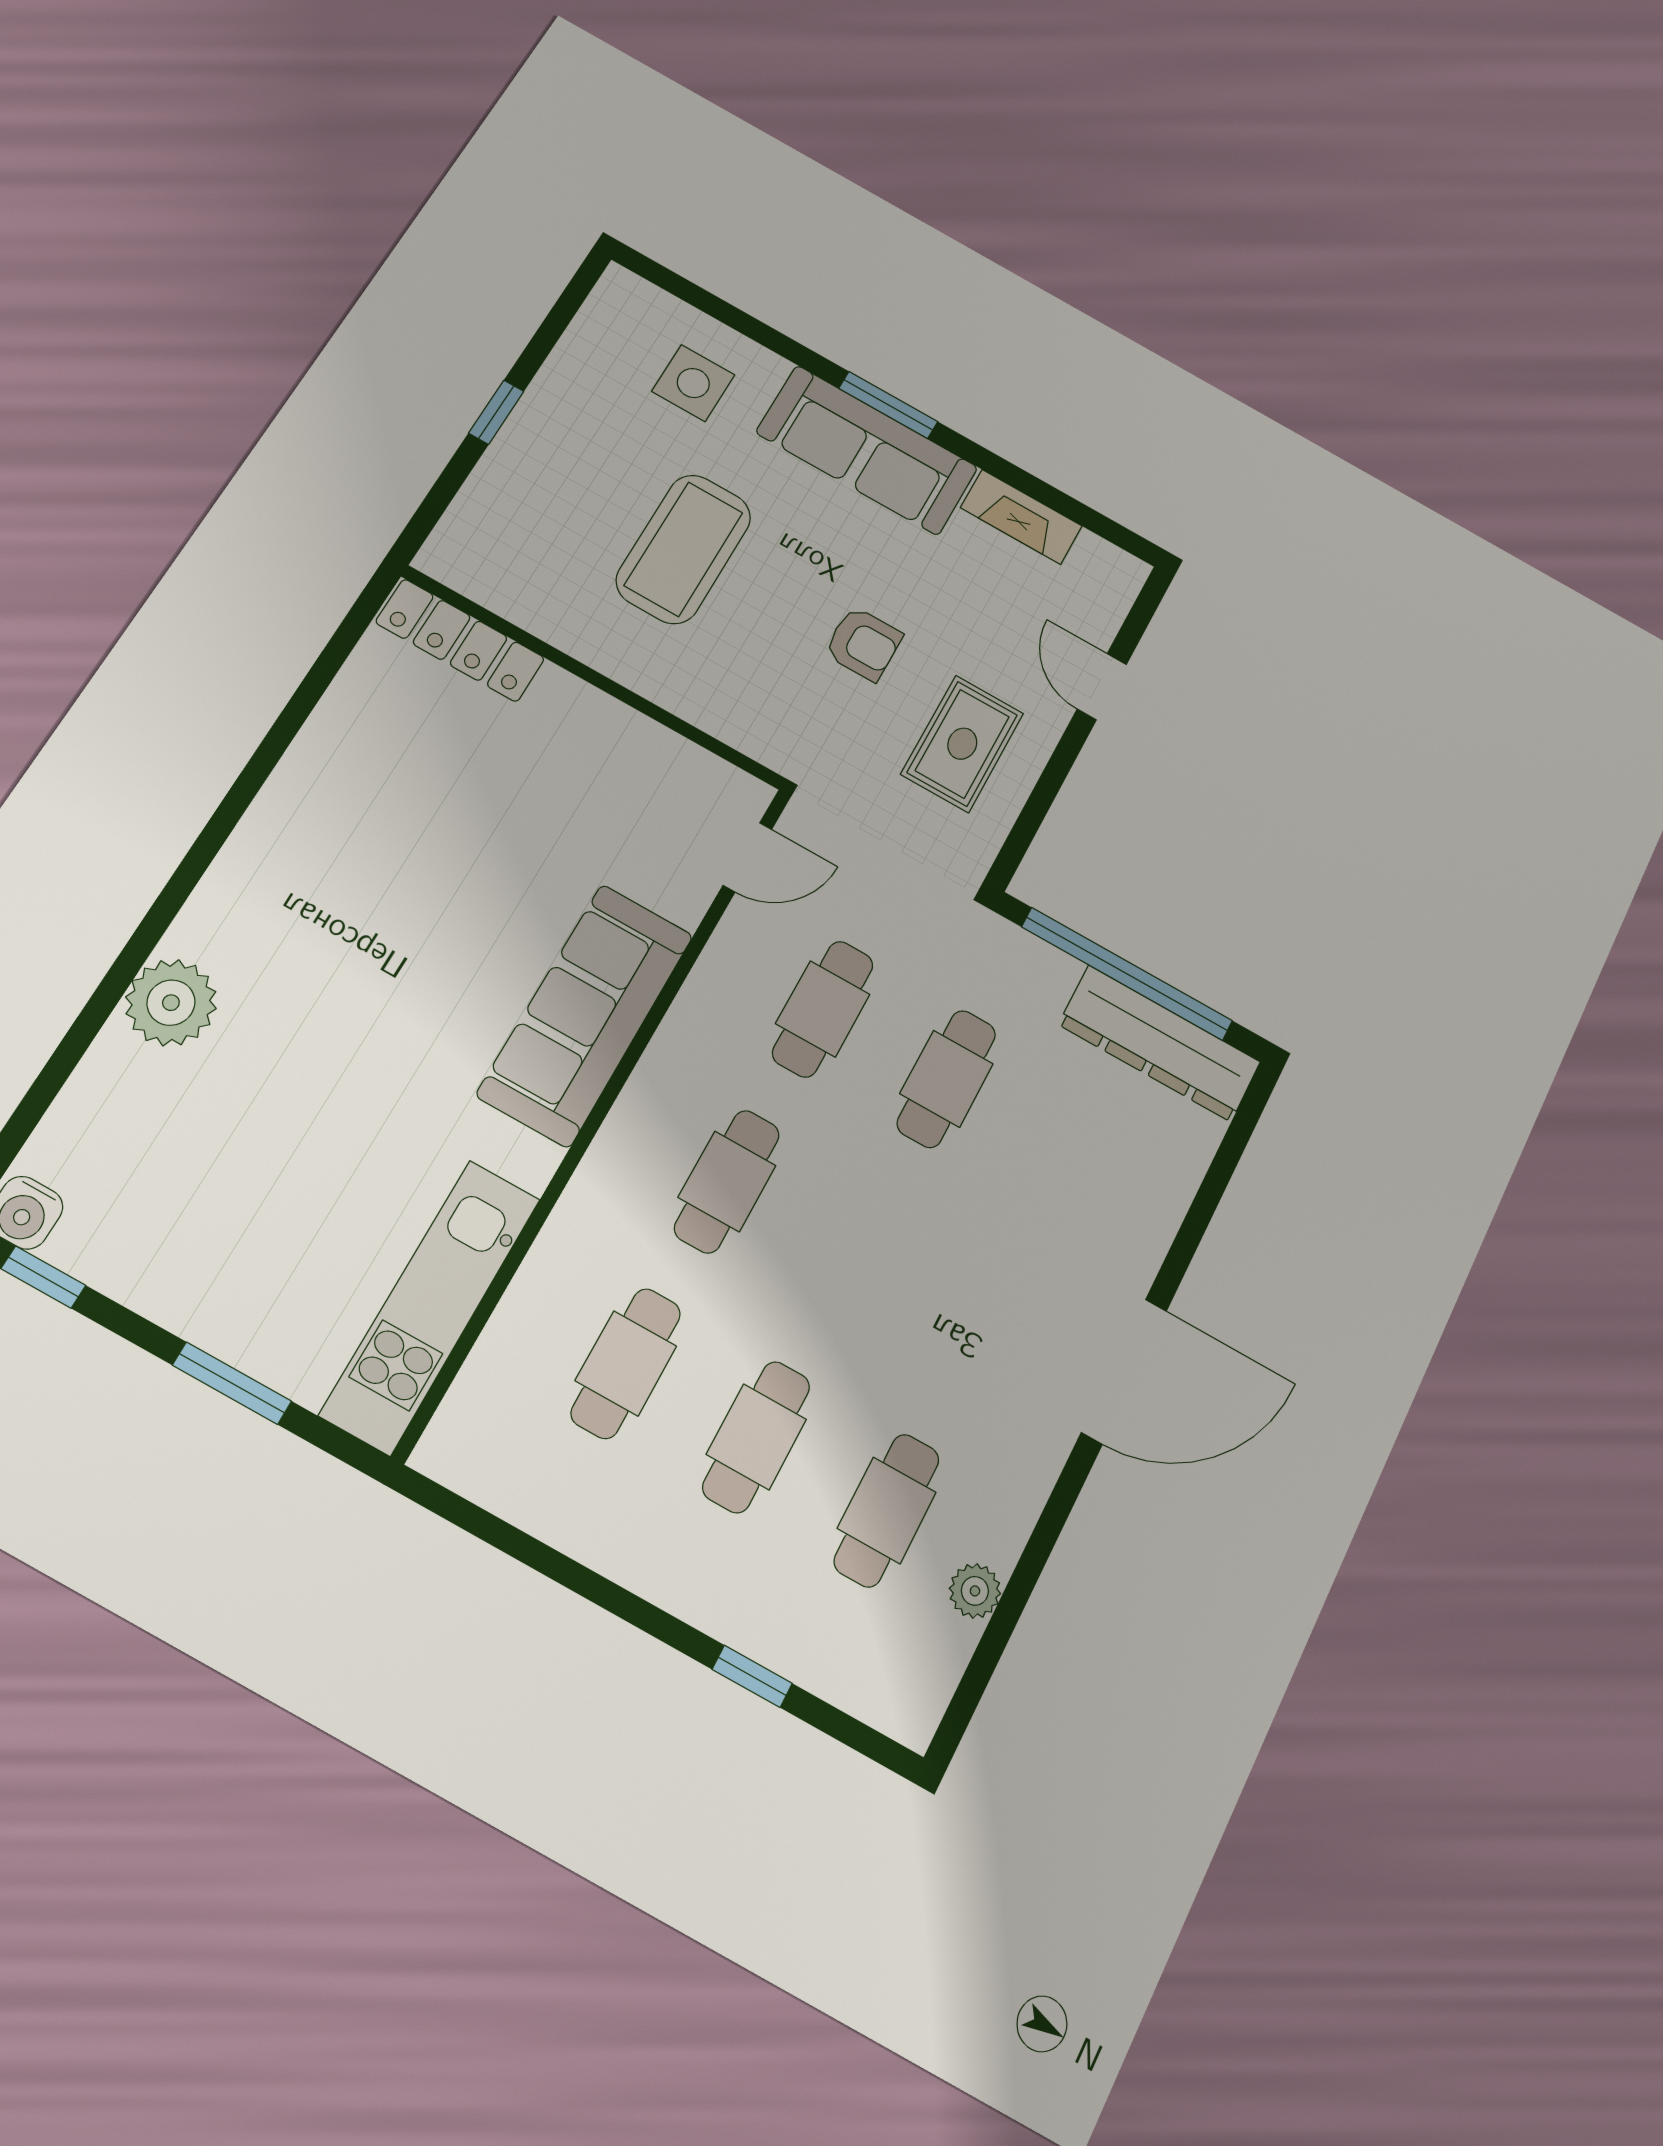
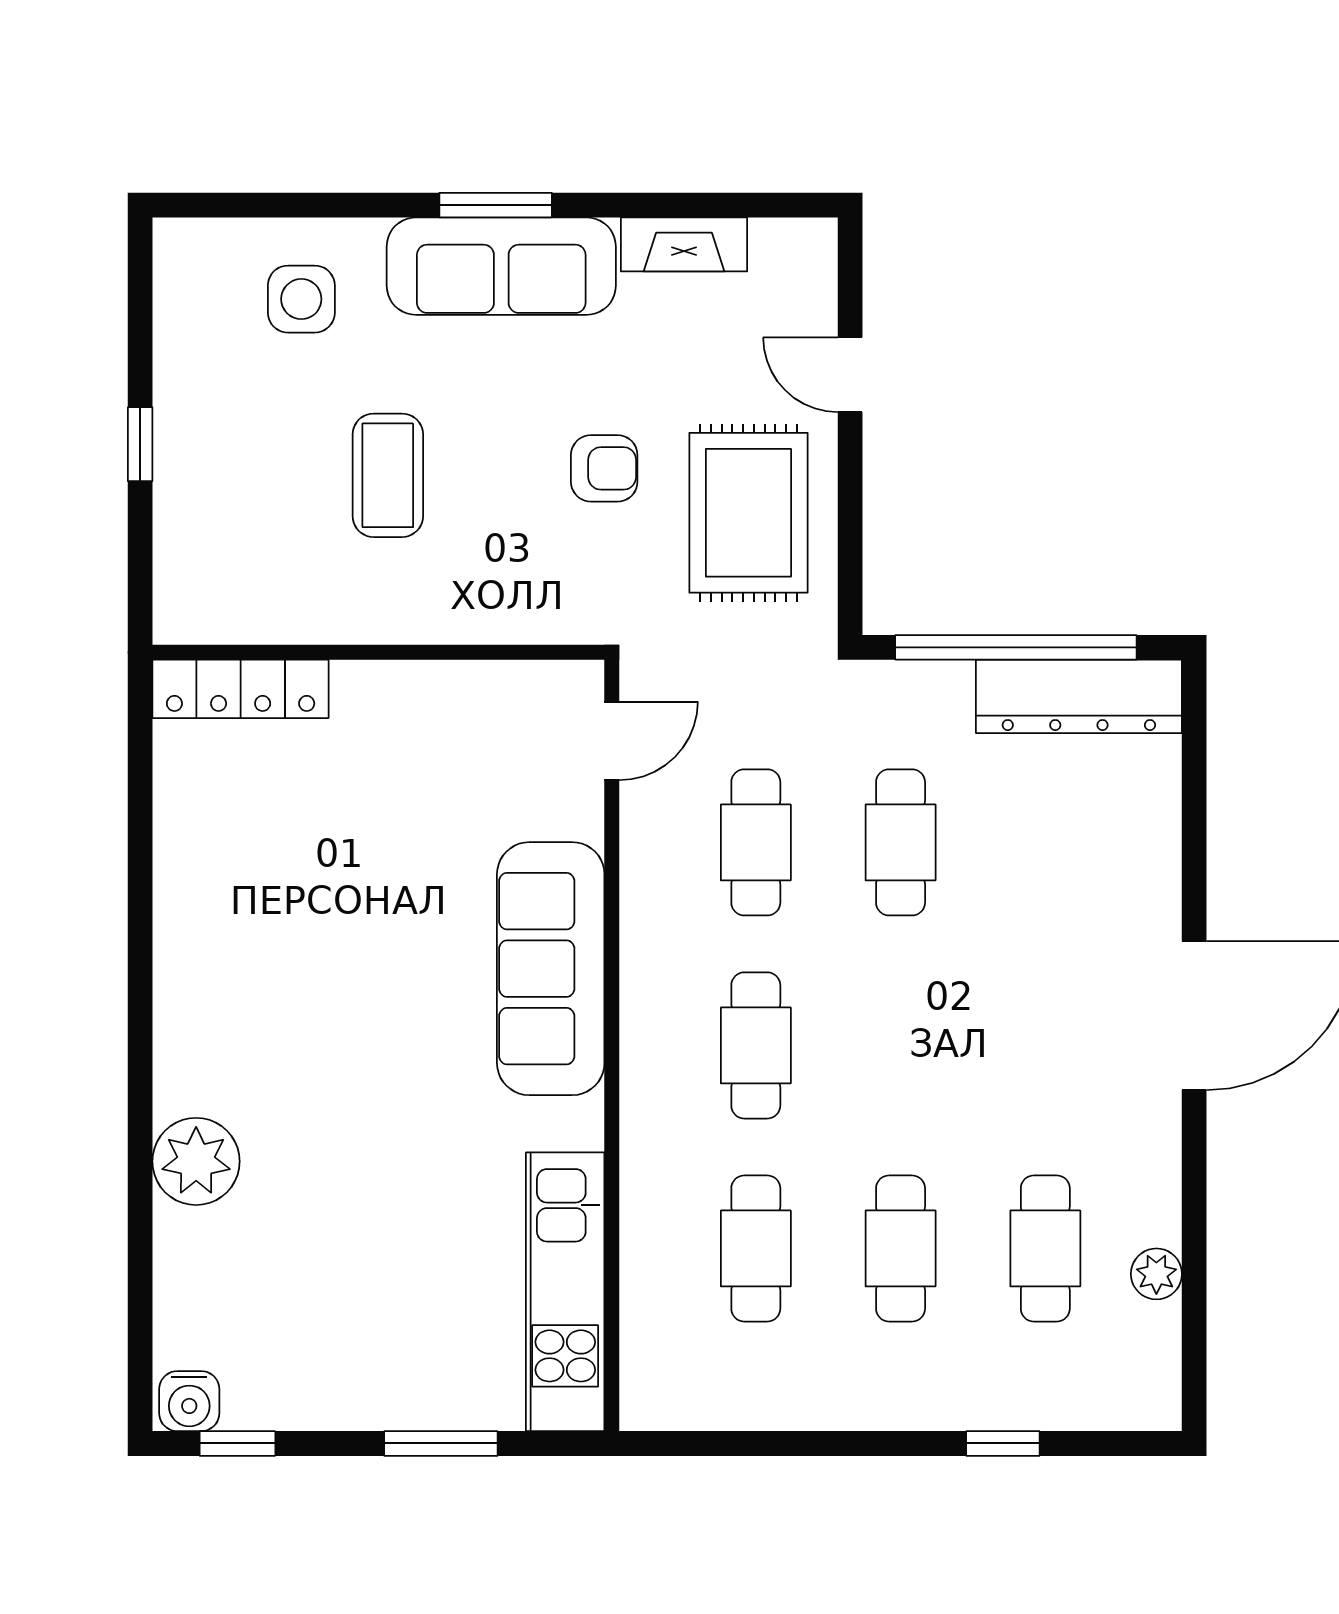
coffee table: (684, 549) -> (388, 475), width x0.73, depth x0.76
rug: (962, 744) -> (748, 513), width x1.36, depth x1.43

